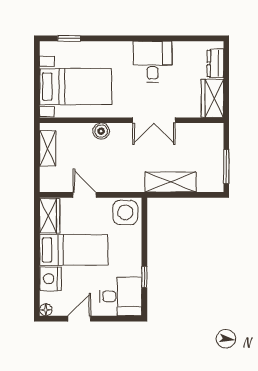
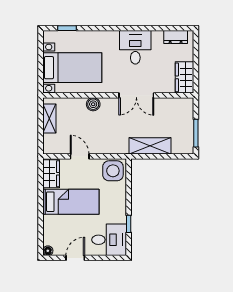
dresser: (215, 63) -> (176, 37), moved, turned -90
nightstand: (50, 279) -> (52, 225), removed

